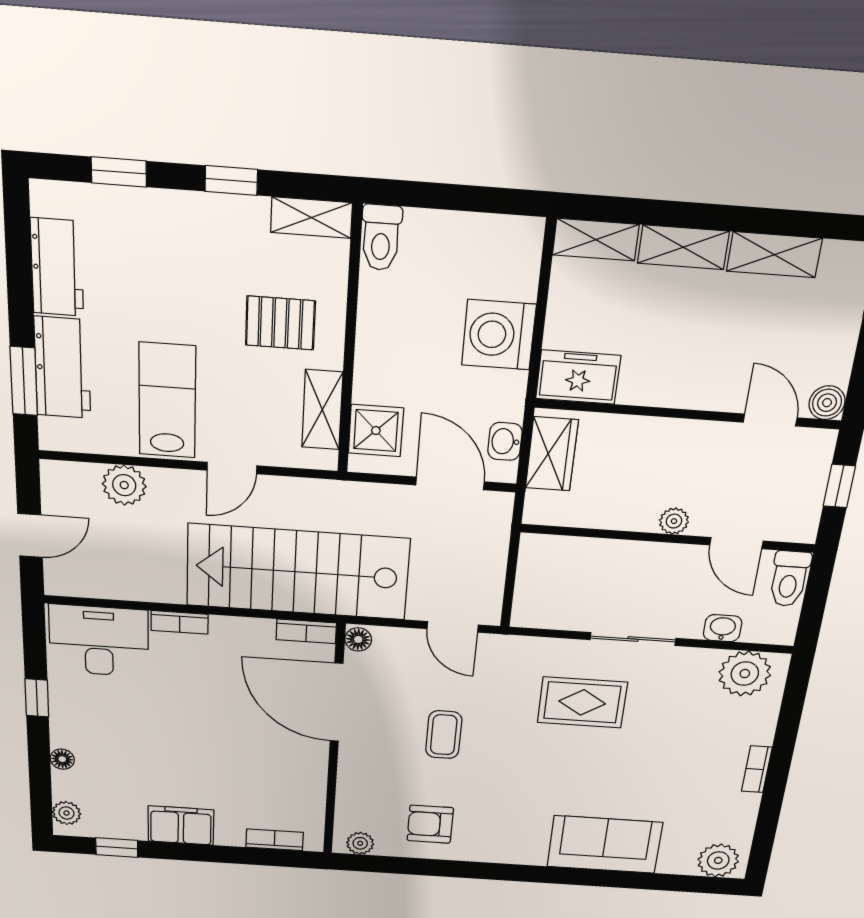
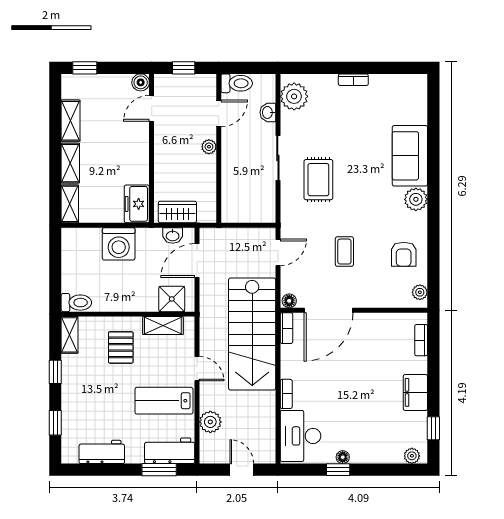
workbench: (63, 368) -> (170, 451), moved
coffee table: (444, 735) -> (344, 252), turned 90
floor lamp: (62, 759) -> (343, 457), moved
plant: (718, 860) -> (416, 199), moved

